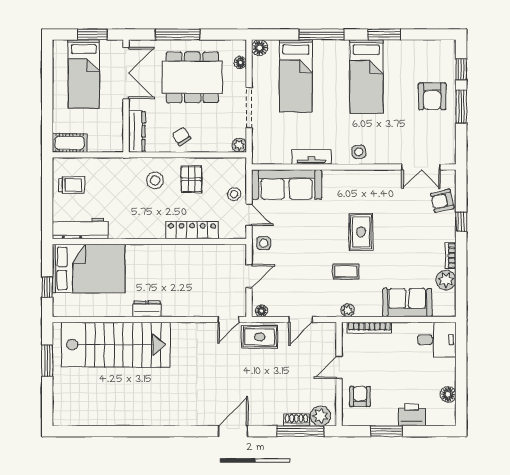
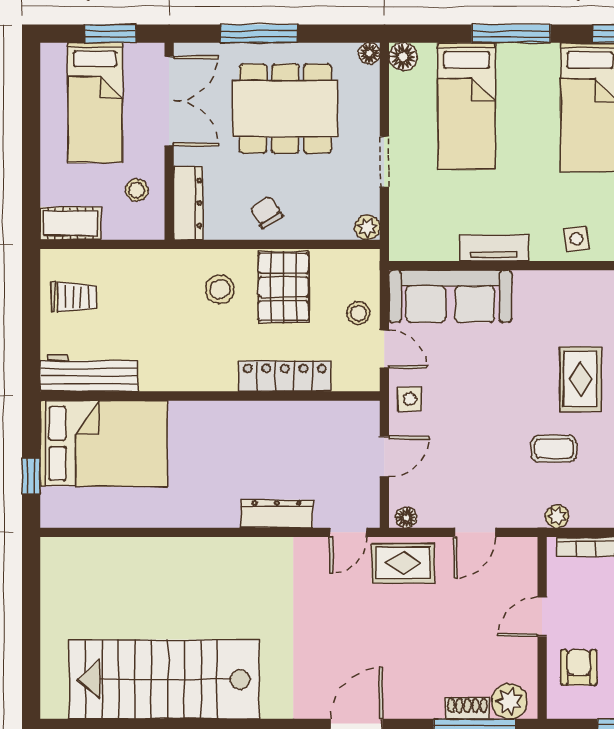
floor lamp: (240, 62) -> (369, 53), moved
doorway: (249, 108) -> (384, 162), width x0.73
stool: (108, 124) -> (137, 190), added
pallet: (191, 179) -> (283, 287), width x1.50, depth x1.42
dresser: (147, 309) -> (277, 514), moved, width x1.44
stairs: (116, 345) -> (164, 679), moved, turned 180
window: (47, 361) -> (31, 605), removed

